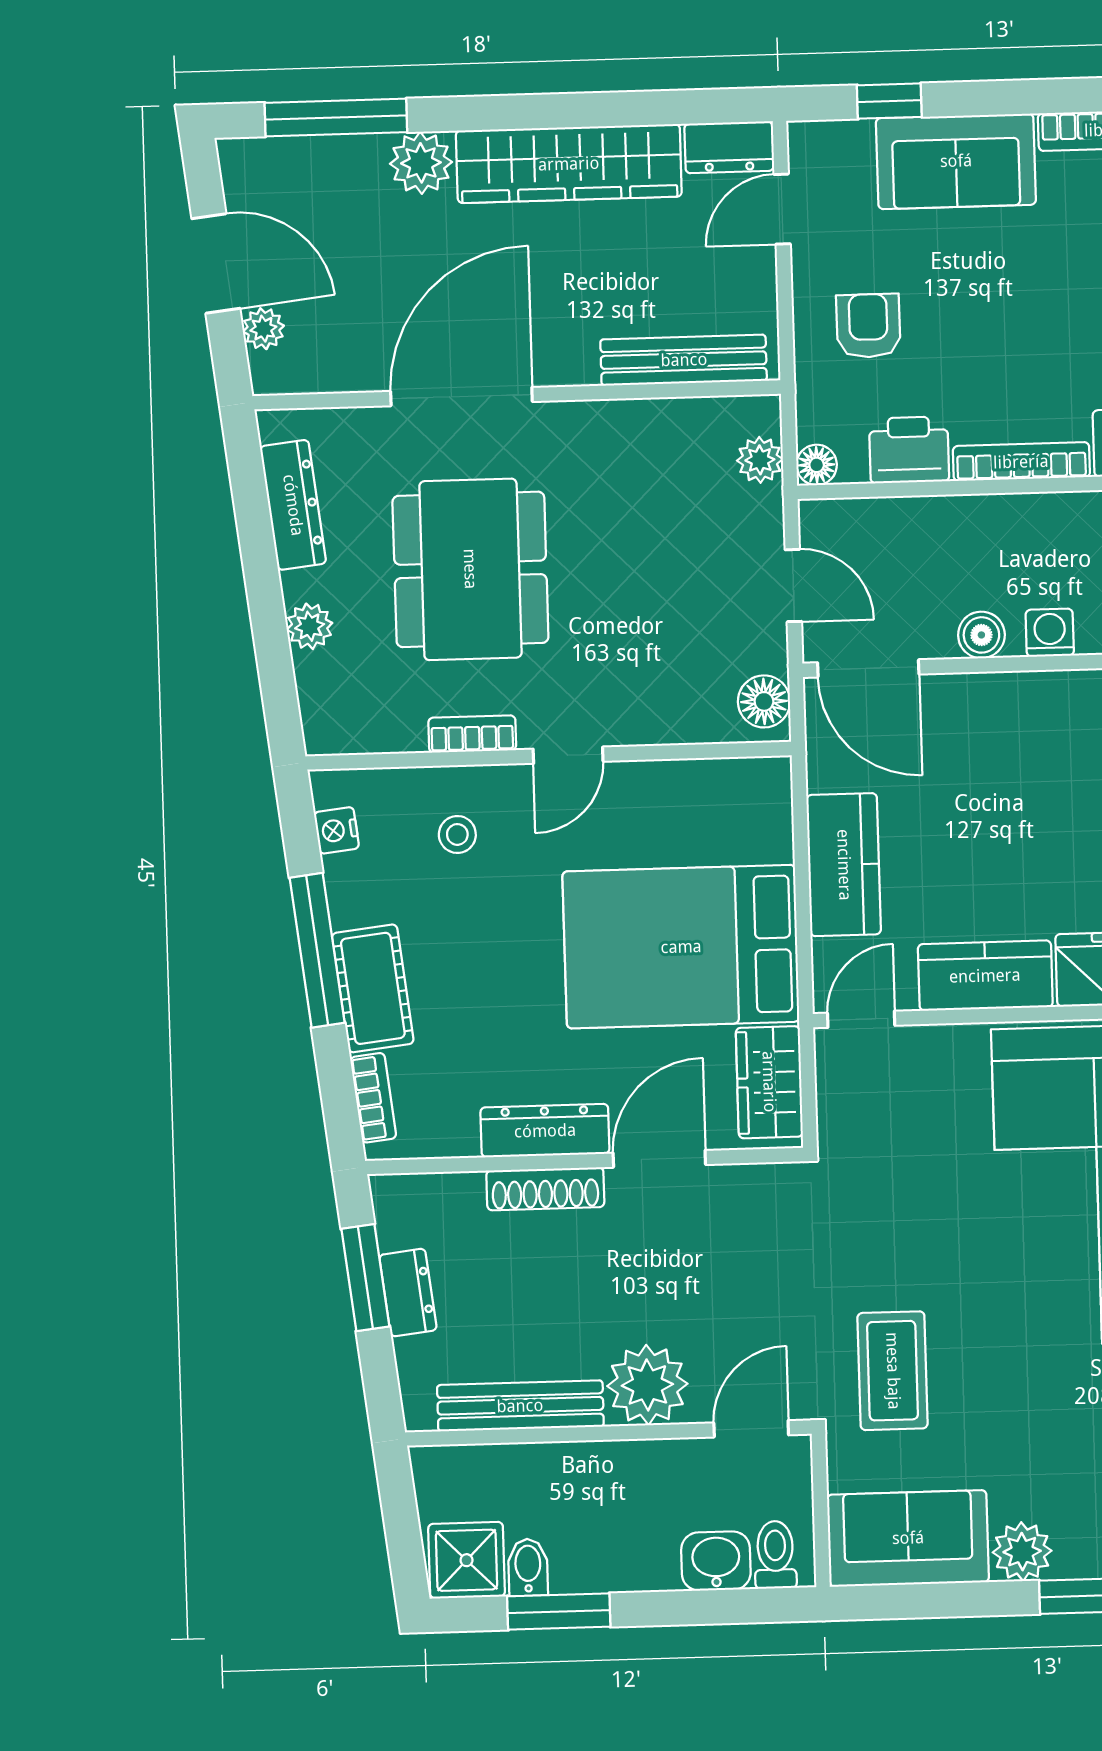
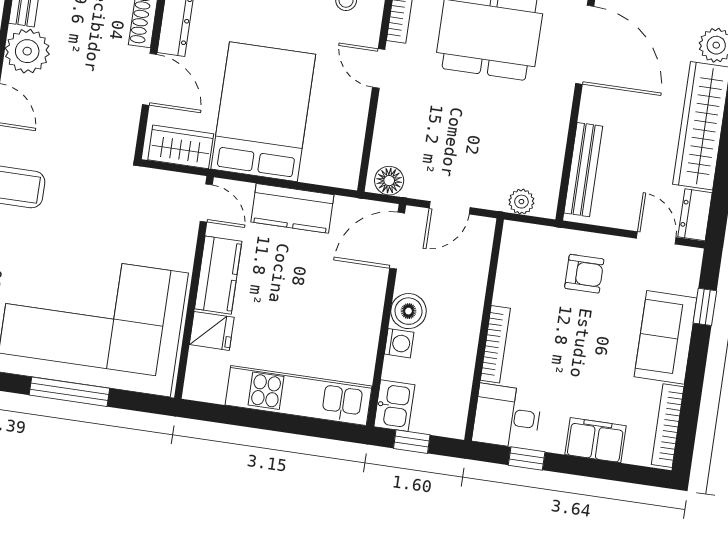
printer: (909, 450) -> (513, 284), removed
floor lamp: (817, 465) -> (513, 232), removed
boiler: (981, 635) -> (408, 311), width x1.36, depth x1.36

